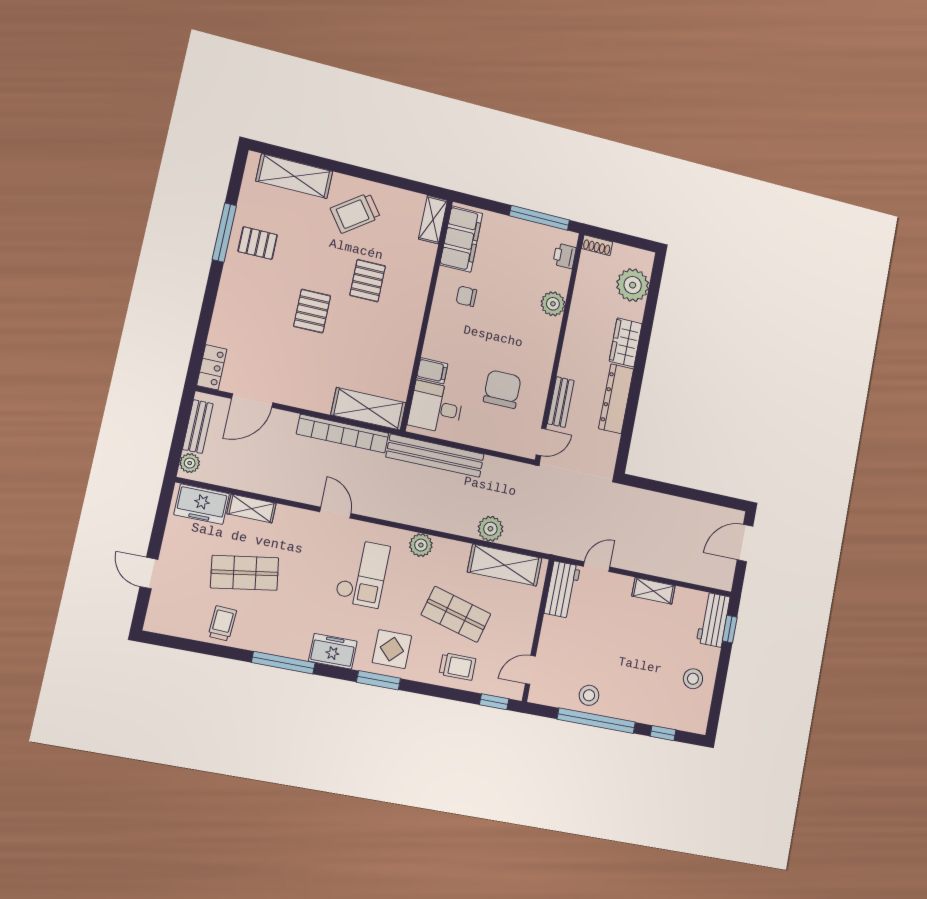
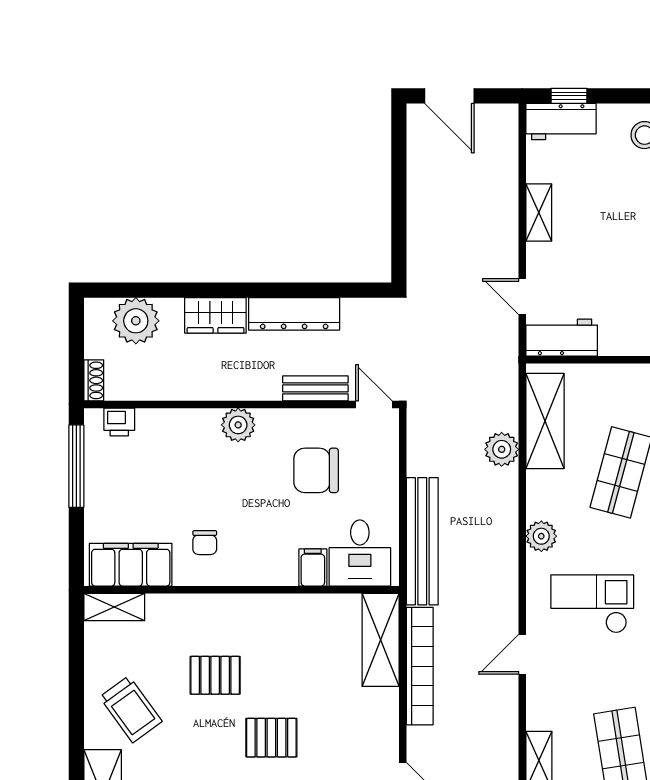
plant: (553, 304) -> (238, 425), moved

